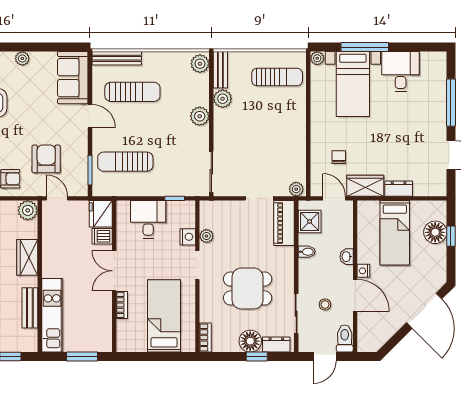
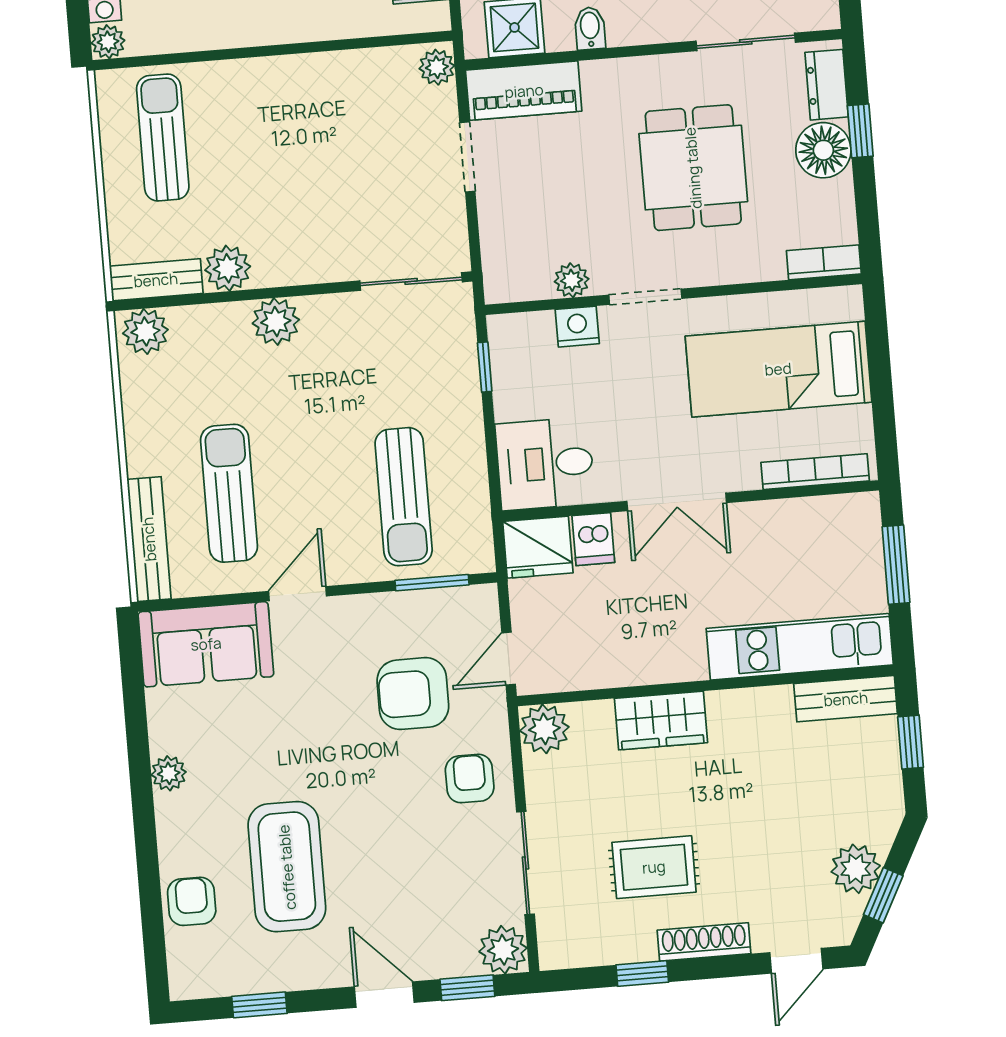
desk: (148, 219) -> (545, 464), moved
bookcase: (122, 305) -> (815, 472), moved, width x1.56
bench: (30, 308) -> (846, 699), moved

